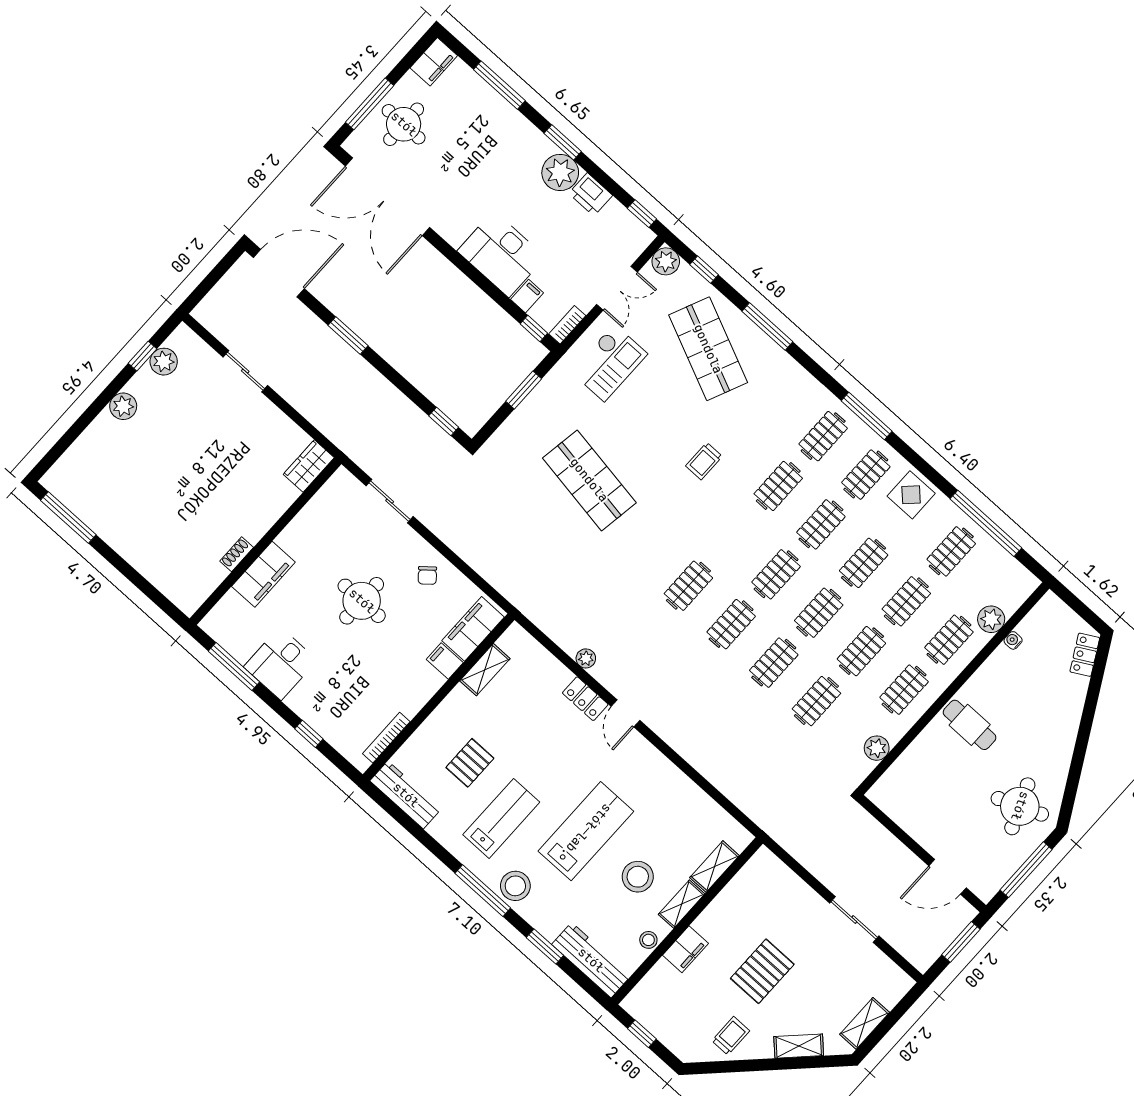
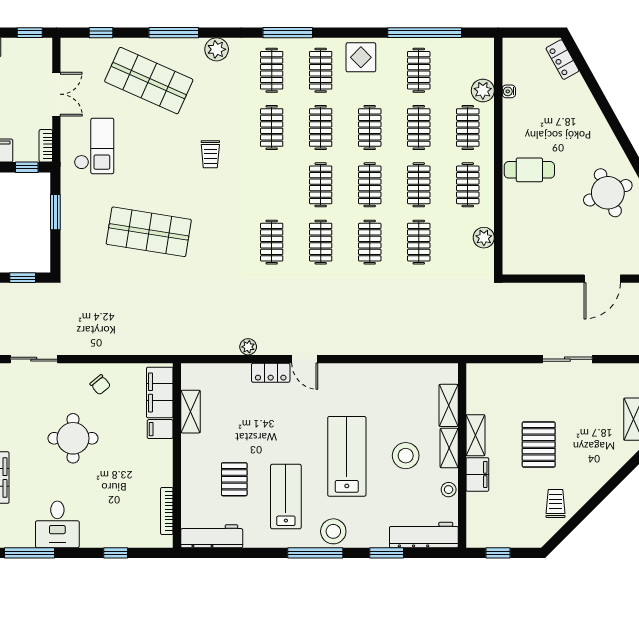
plant: (666, 261) -> (217, 49), moved
shelving: (799, 1046) -> (475, 435), moved, turned -45

